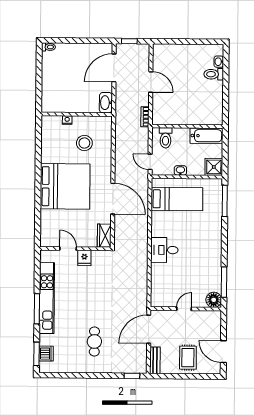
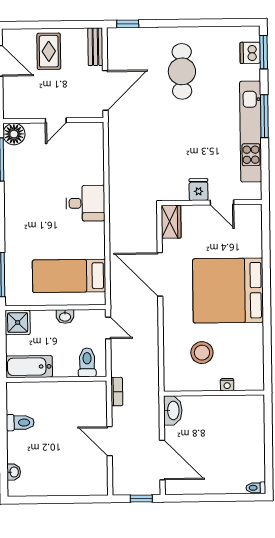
door: (114, 68) -> (162, 460), hinge flipped
toilet: (214, 74) -> (20, 423), moved
cafe table: (94, 341) -> (182, 71), width x1.37, depth x1.35

